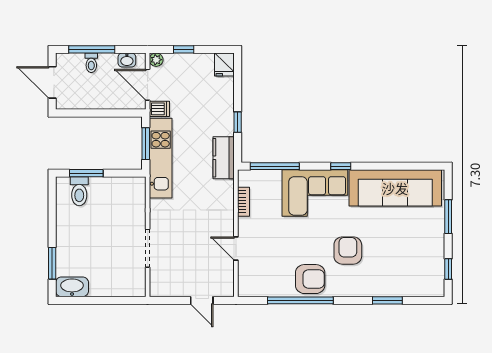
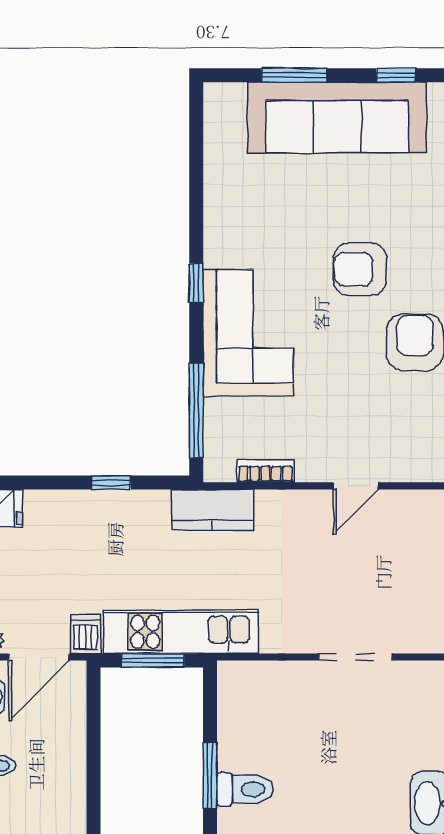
kitchen counter: (224, 158) -> (213, 510), moved
sofa: (395, 188) -> (337, 118), moved, turned 90

